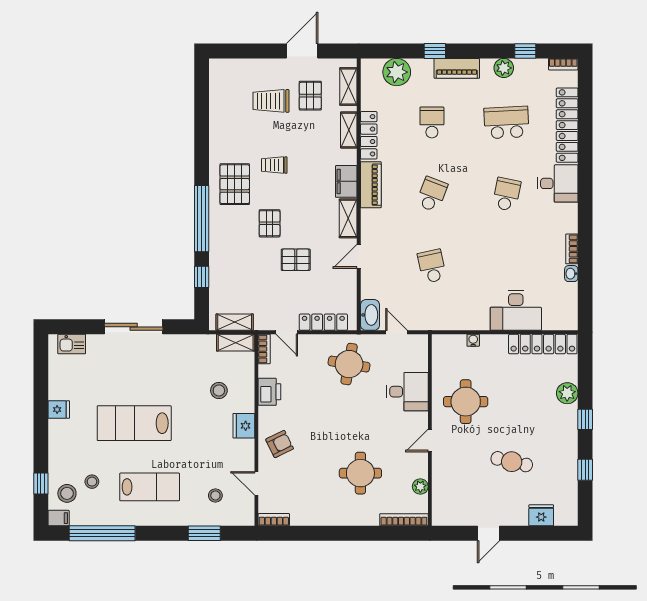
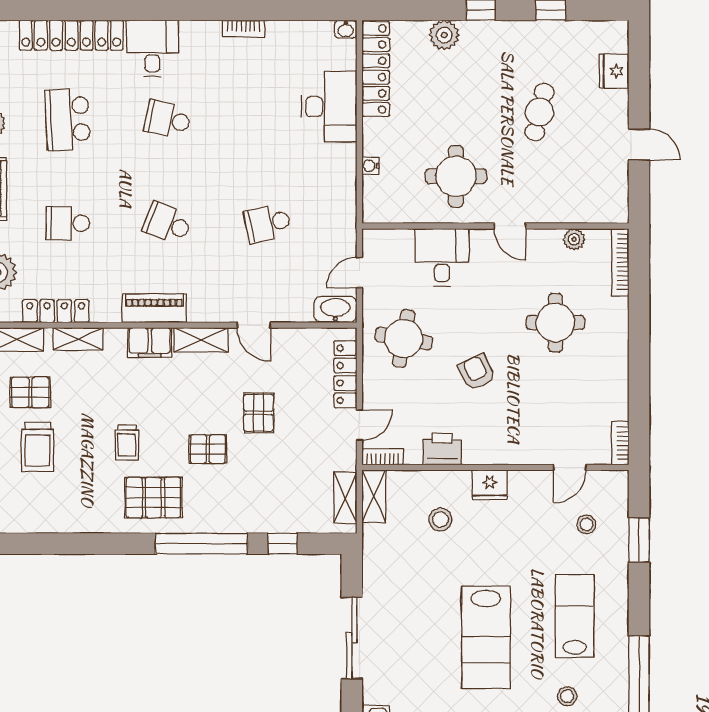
locker: (369, 135) -> (56, 311), moved
washbasin: (571, 274) -> (346, 29), moved
armchair: (280, 444) -> (477, 372), moved

